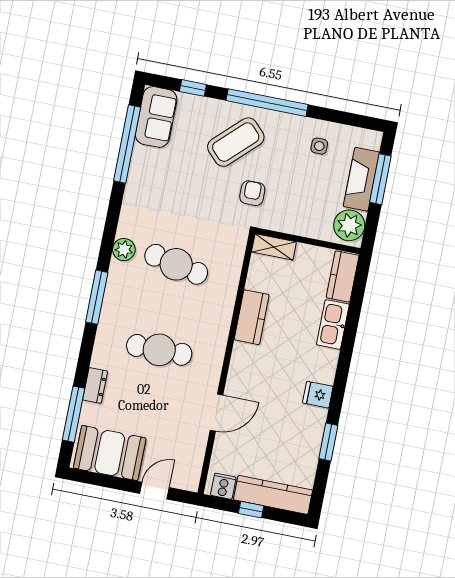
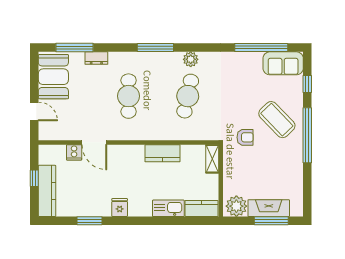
side table: (319, 146) -> (285, 176), removed
cooker: (223, 486) -> (74, 152), moved, turned 90

